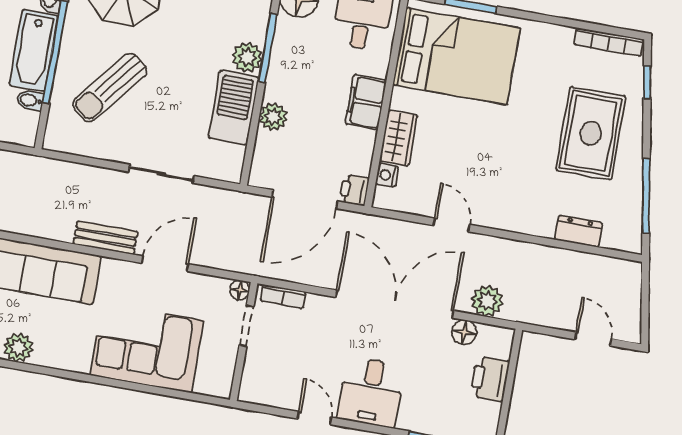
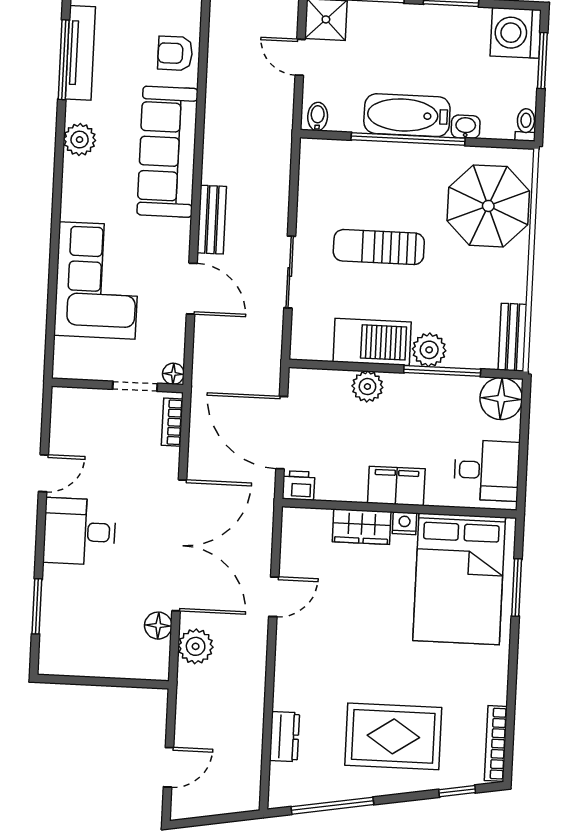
sun lounger: (110, 88) -> (379, 247), moved, turned -39
bidet: (30, 100) -> (318, 117), moved
nightstand: (387, 175) -> (404, 523), moved
printer: (490, 379) -> (111, 660), removed

